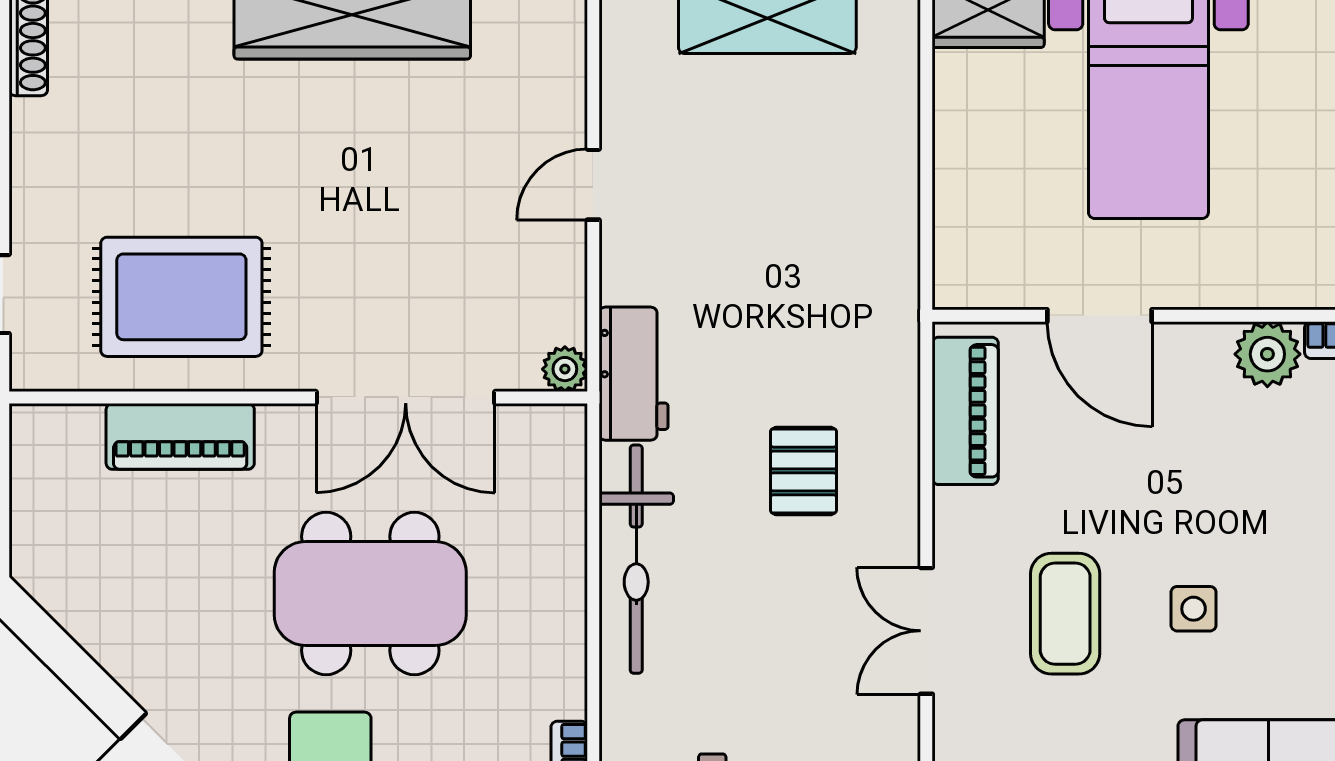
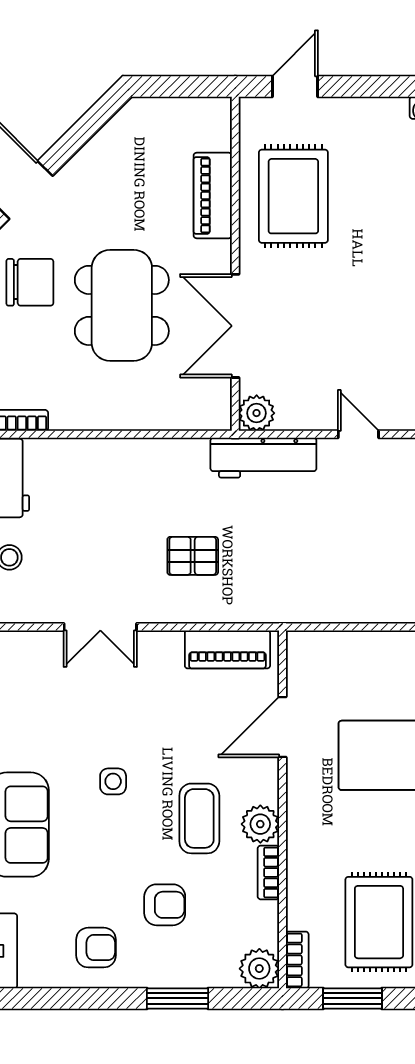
plant: (565, 369) -> (257, 413), width x1.38, depth x1.38
workbench: (634, 374) -> (263, 458), width x1.38
bicycle: (636, 559) -> (142, 459), removed
coffee table: (1065, 614) -> (199, 818), moved, turned 90
double door: (926, 631) -> (100, 627), swing flipped

